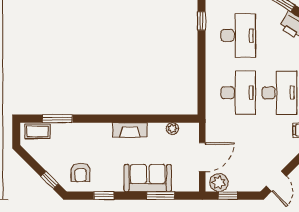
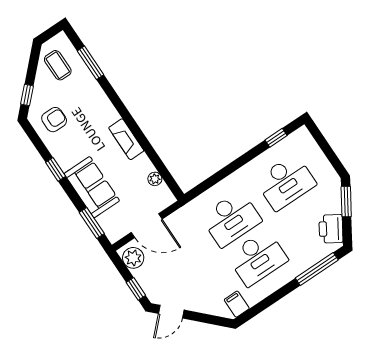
coffee table: (38, 131) -> (58, 65), moved
armchair: (81, 173) -> (54, 120), turned 180
window: (104, 196) -> (56, 169), moved
window: (161, 196) -> (92, 223), moved
window: (228, 196) -> (136, 289), moved

